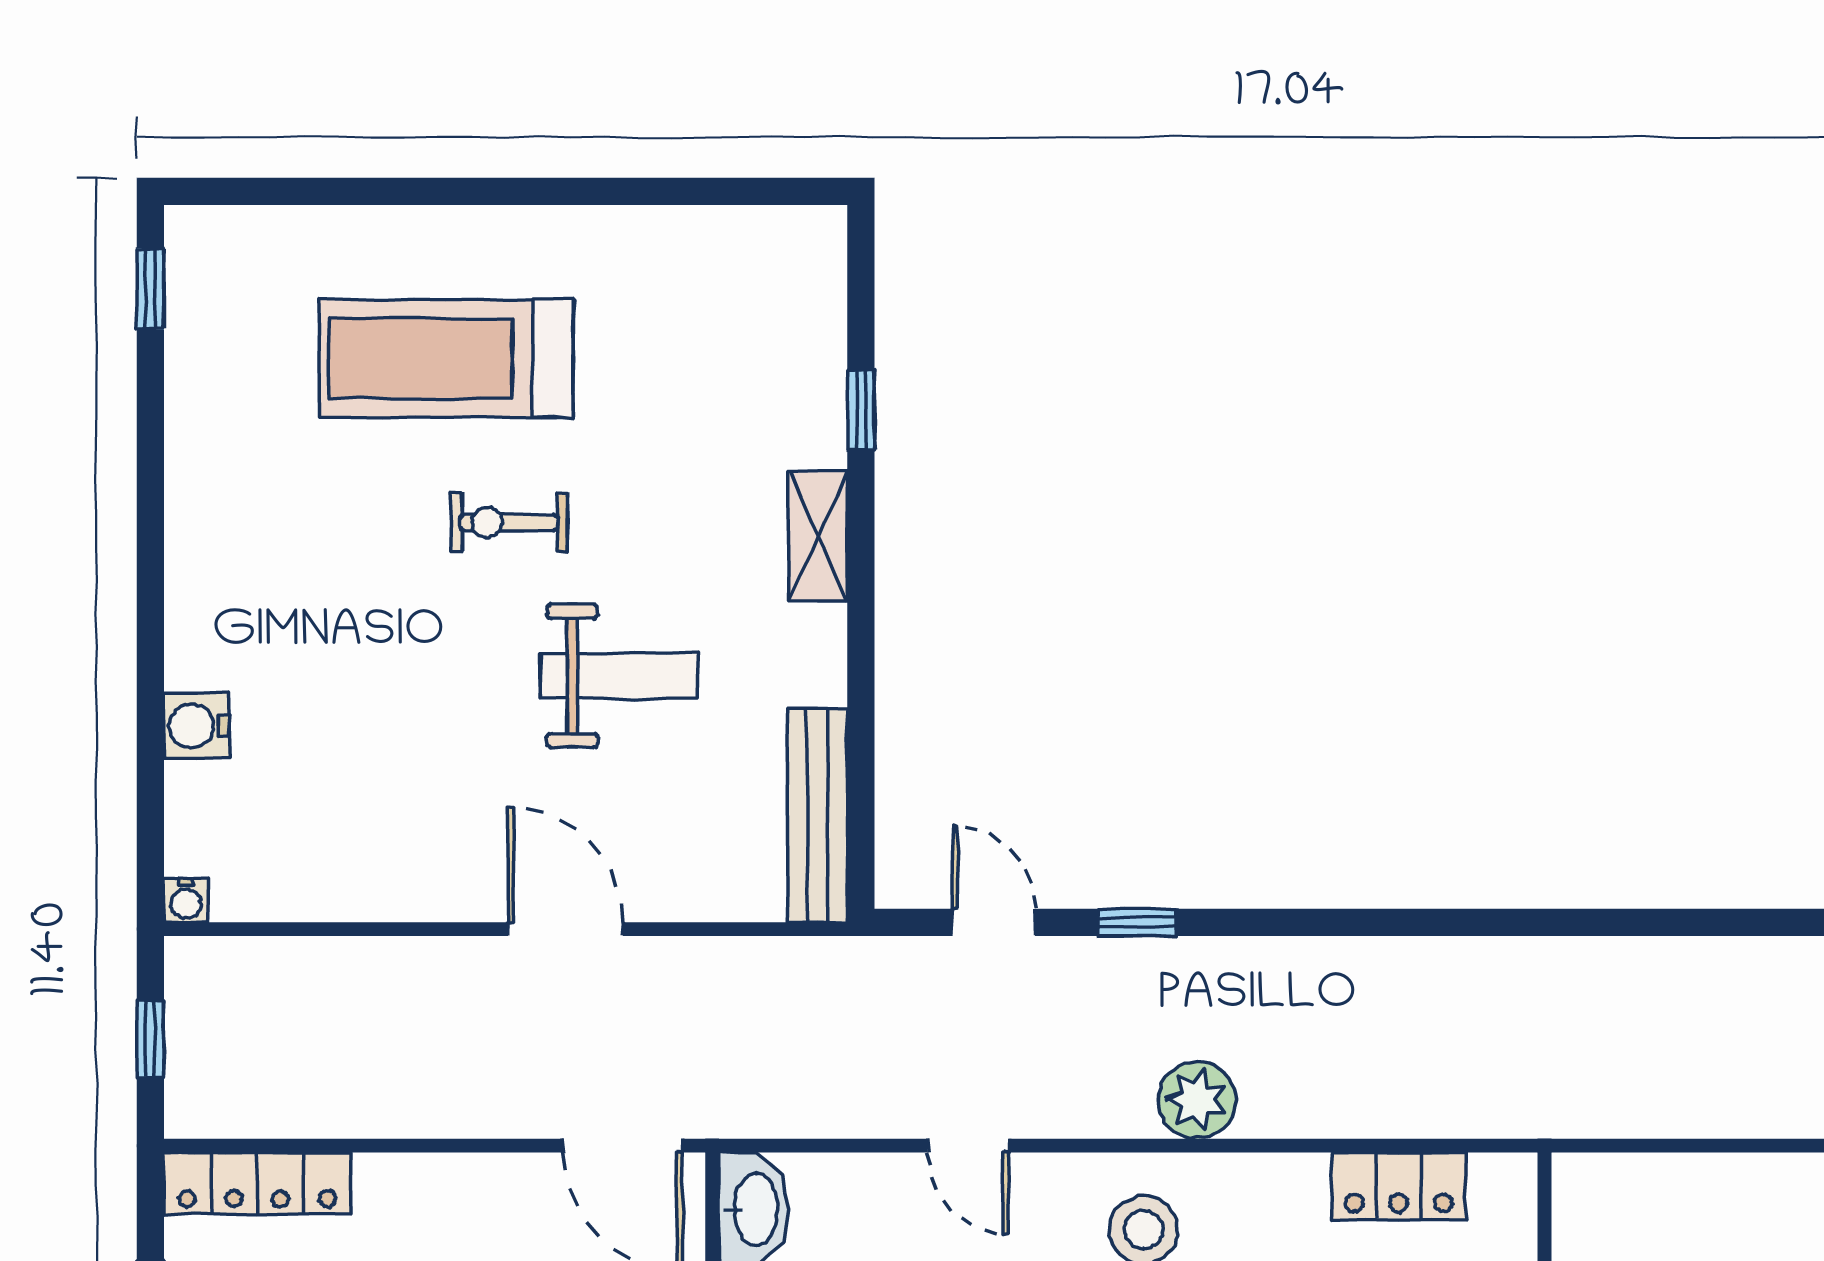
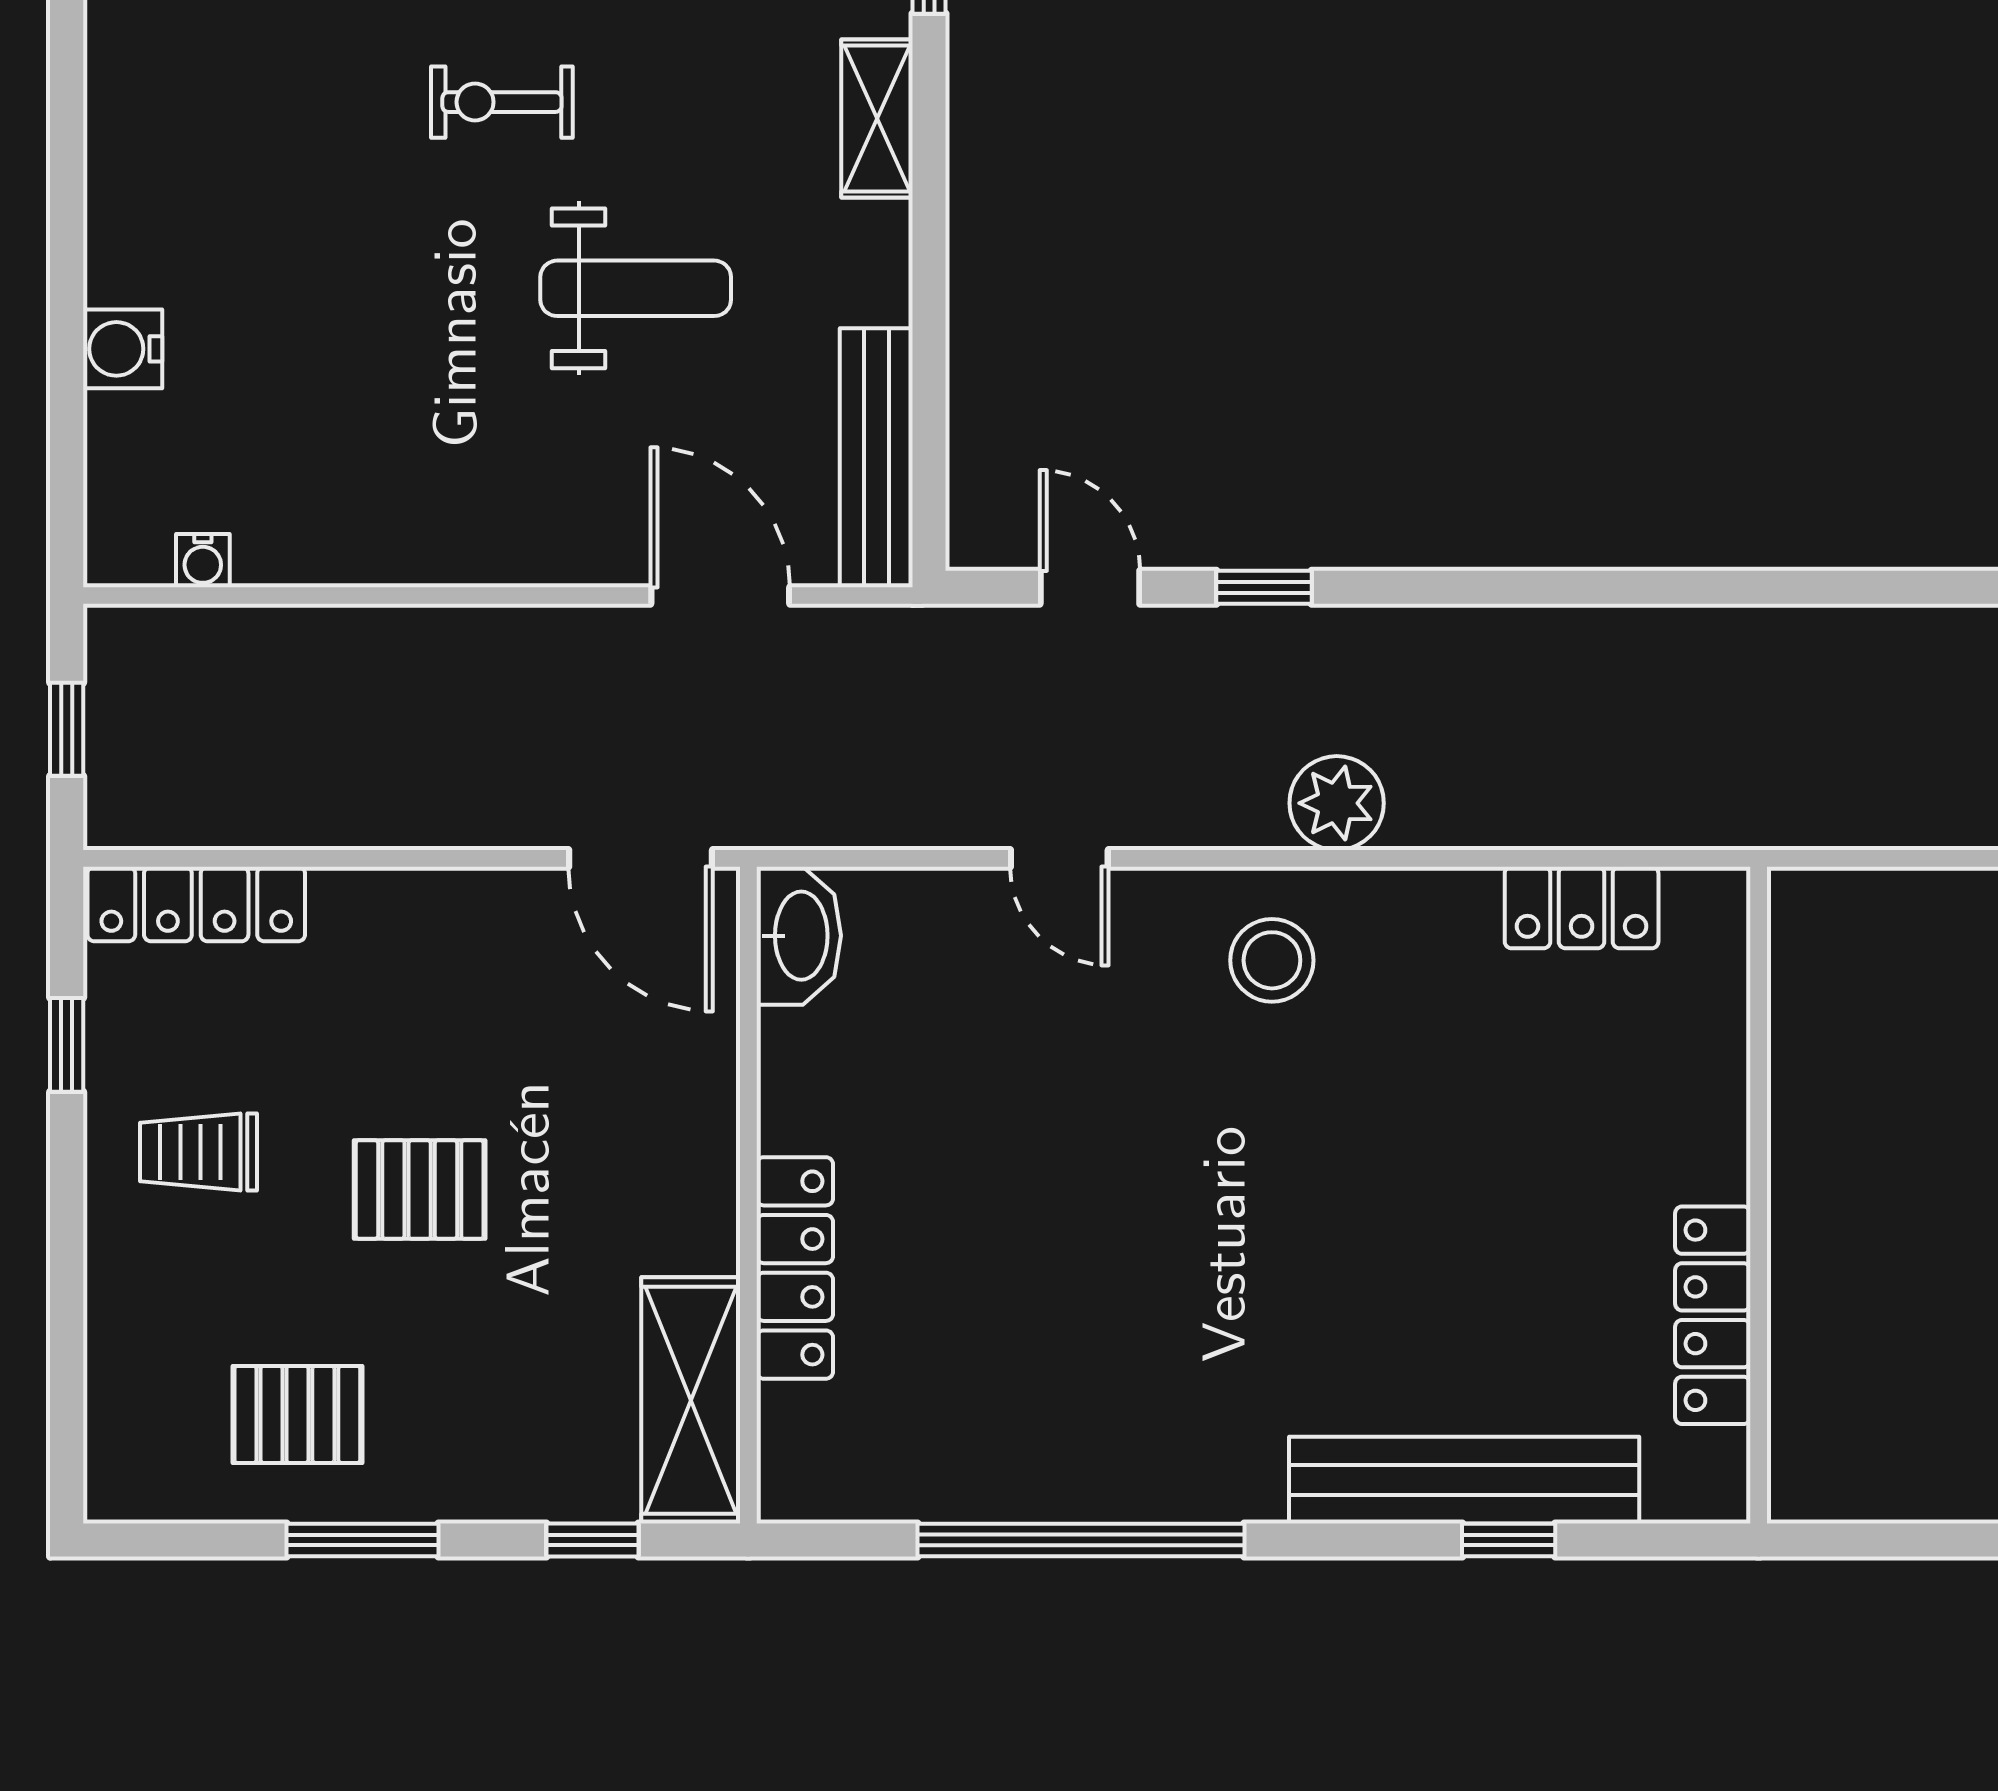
water cooler: (186, 900) -> (203, 561), moved
door: (566, 929) -> (720, 595), moved

